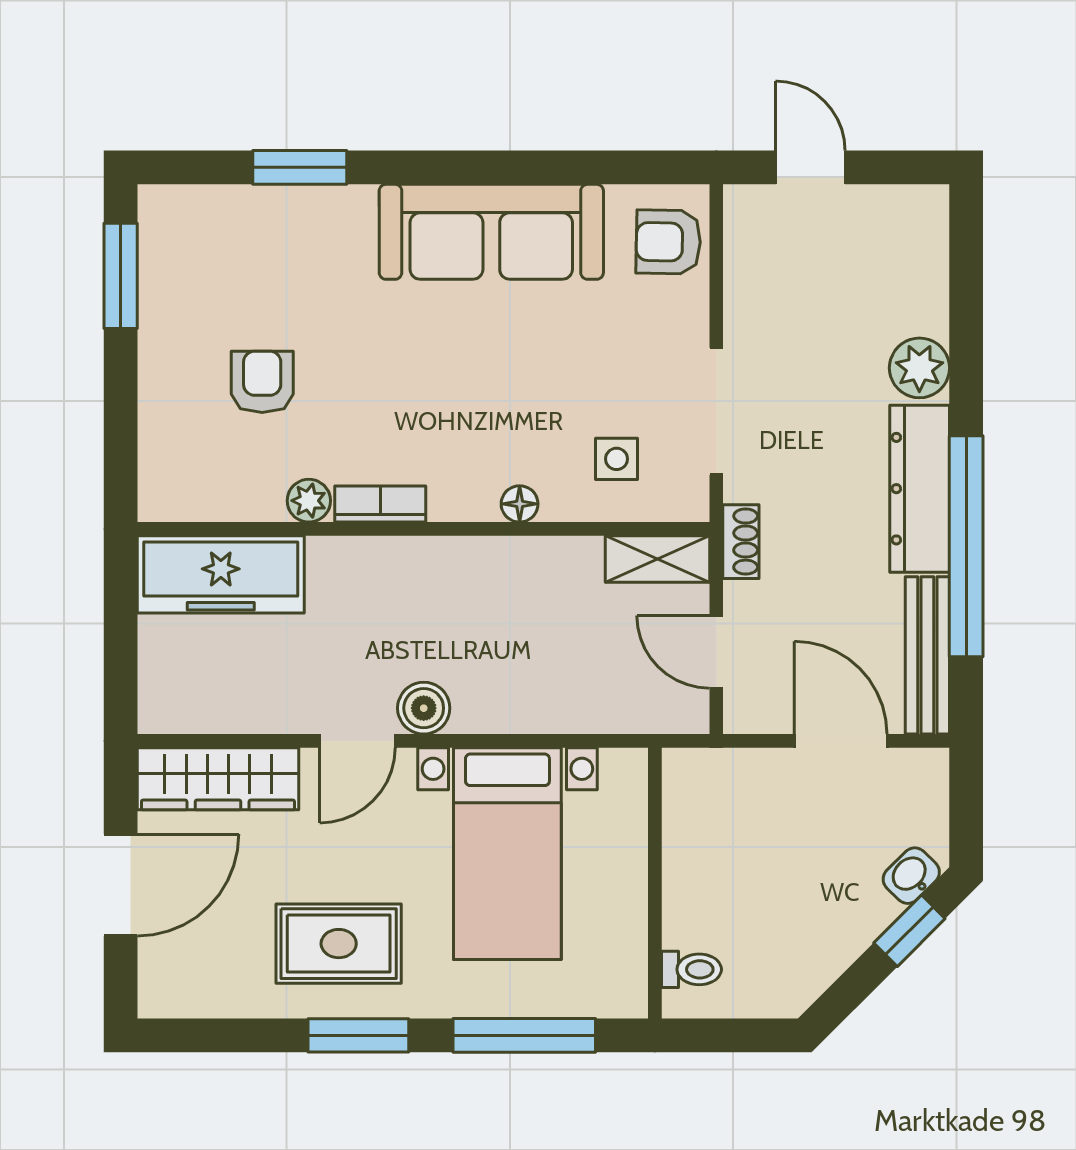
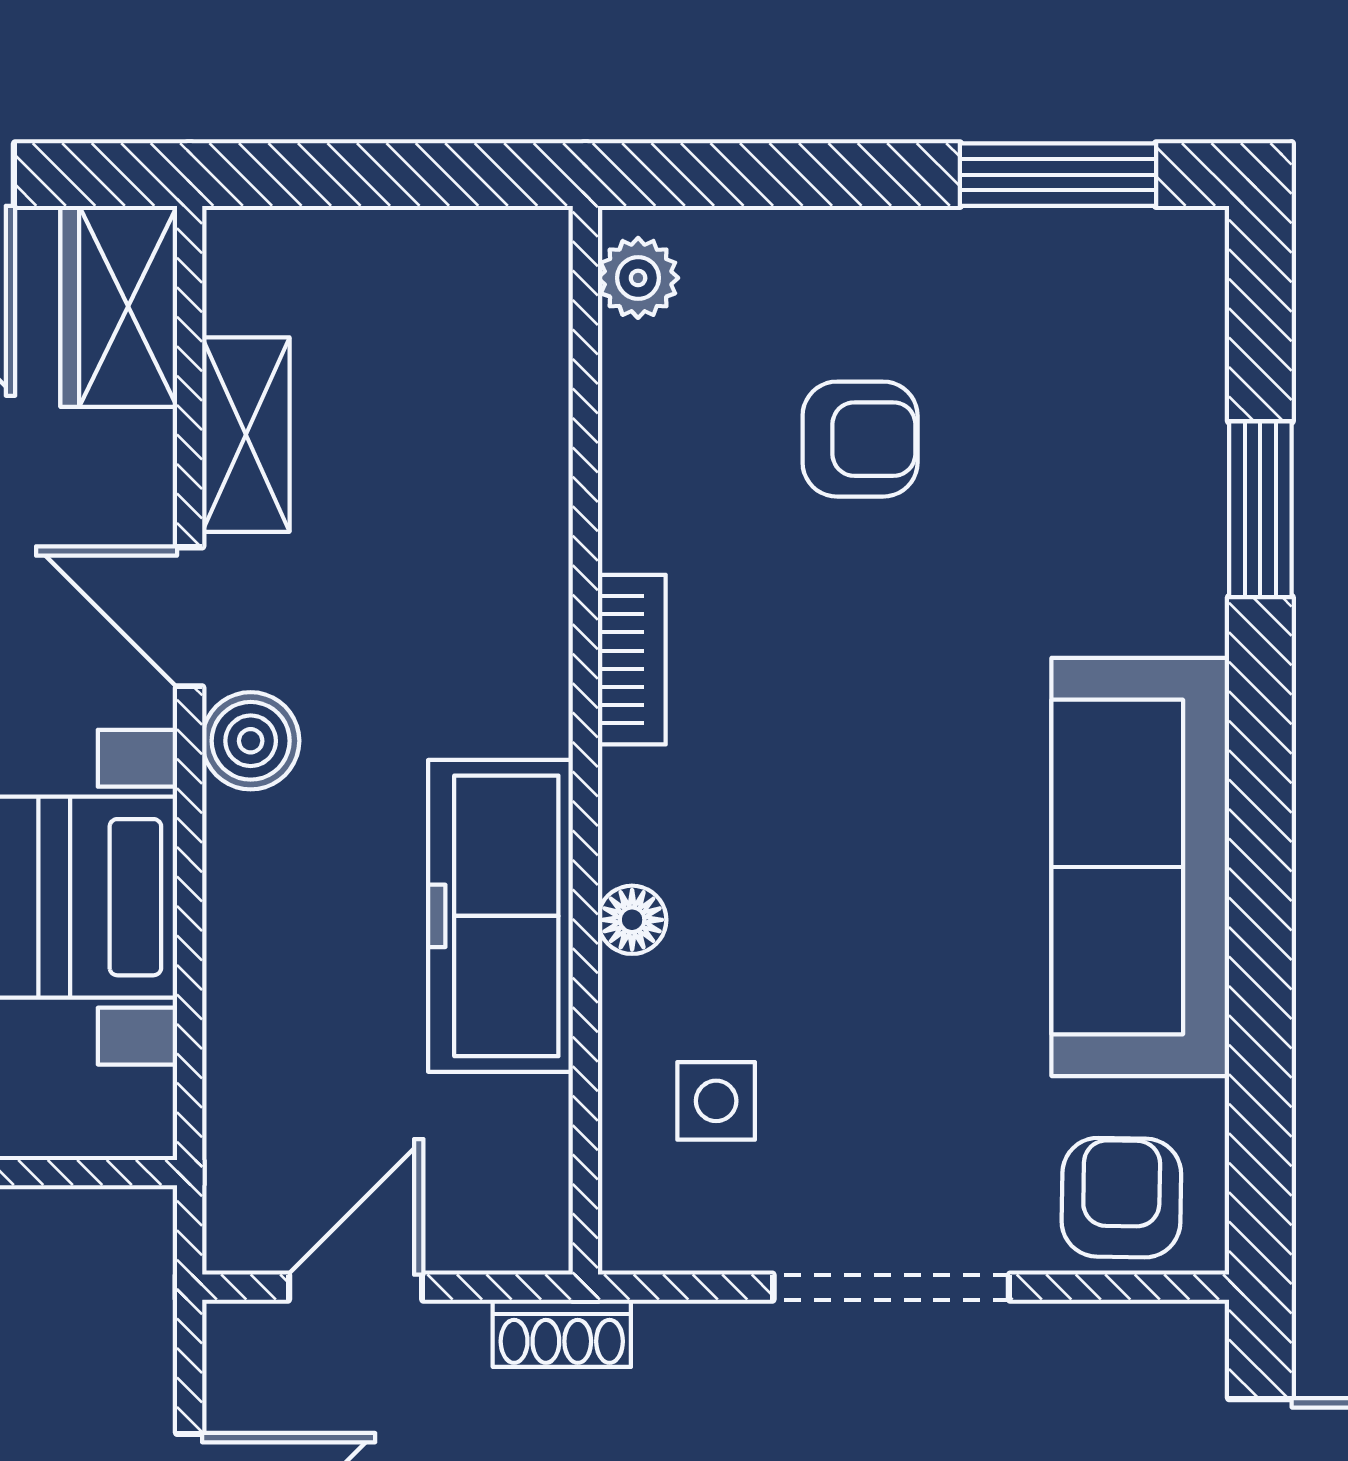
doorway: (716, 411) -> (891, 1287), moved
plant: (309, 501) -> (638, 278), moved
shelving: (658, 559) -> (246, 435), moved
freezer: (221, 574) -> (500, 916), moved
wardrobe: (218, 779) -> (119, 306), width x0.67

